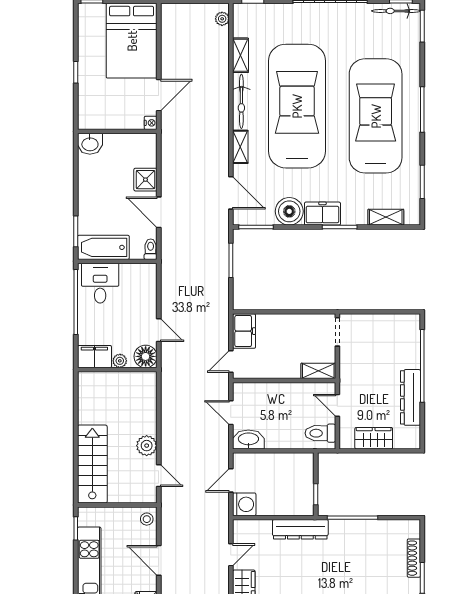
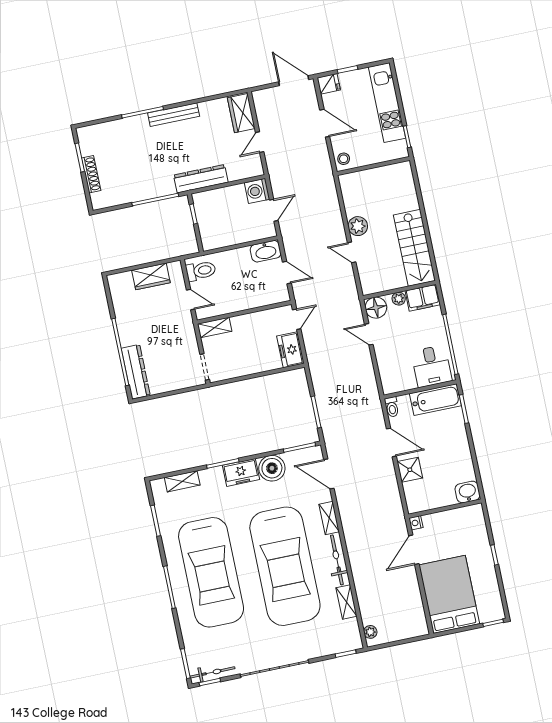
dresser: (410, 397) -> (136, 372), moved
stairs: (92, 464) -> (414, 248), moved
door: (159, 476) -> (352, 252), moved

